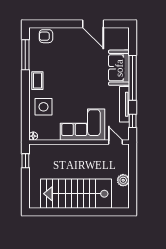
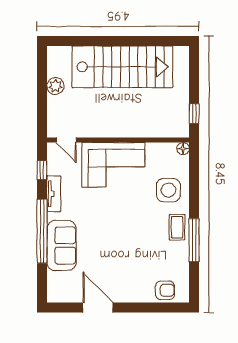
window: (25, 55) -> (194, 240), moved
tv unit: (124, 104) -> (54, 194), width x0.71

